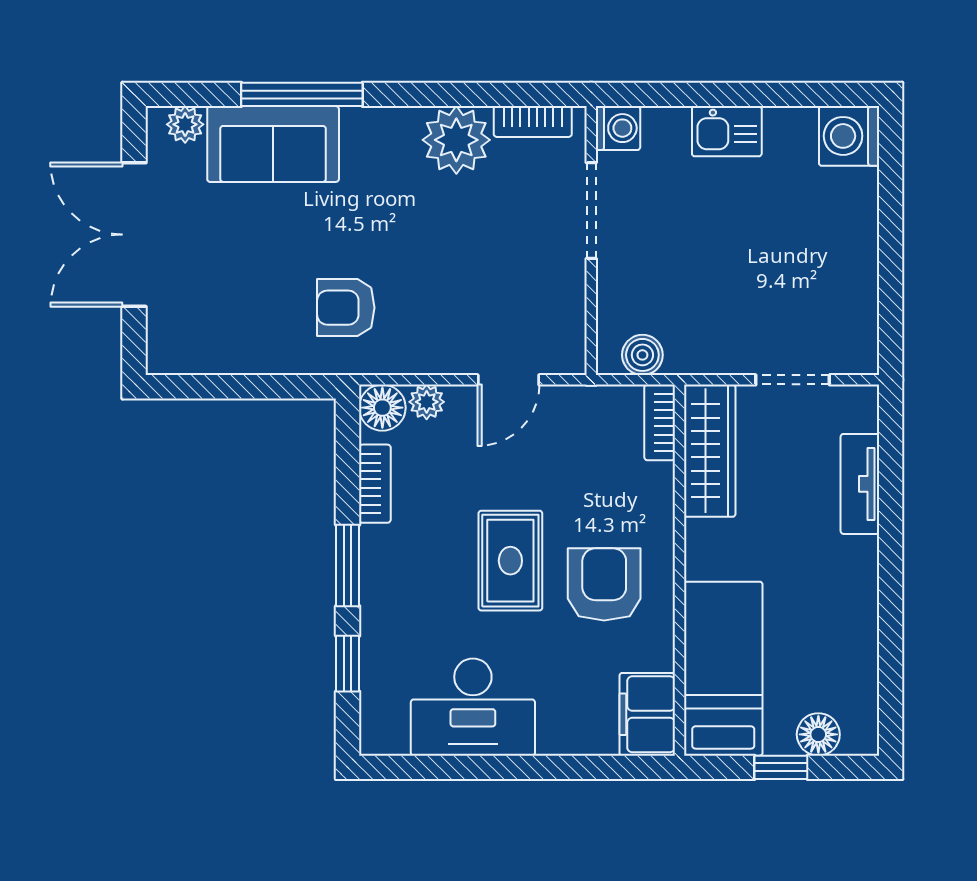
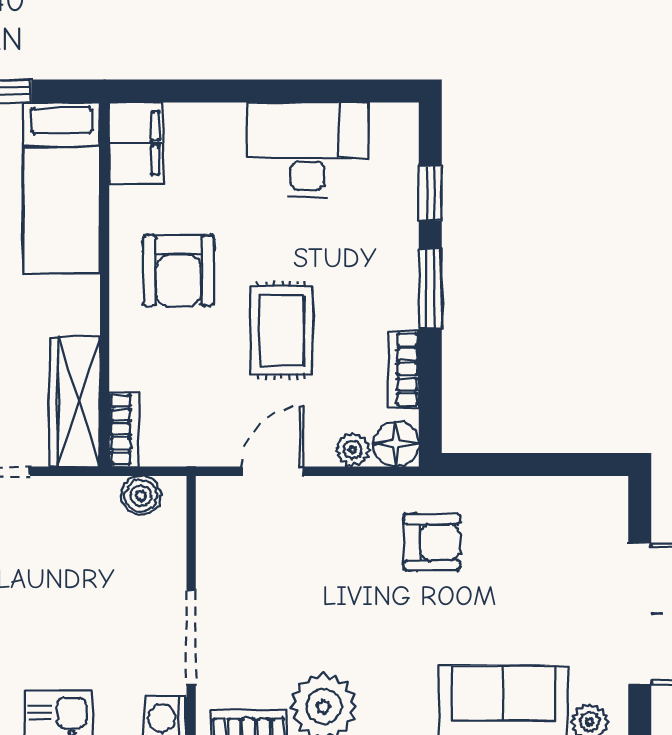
rug: (510, 561) -> (281, 330), moved

